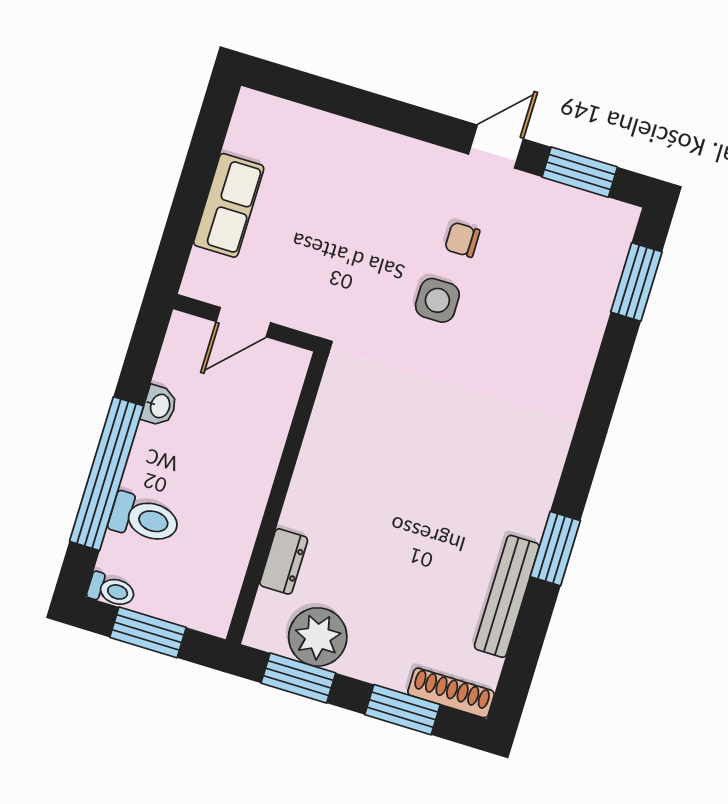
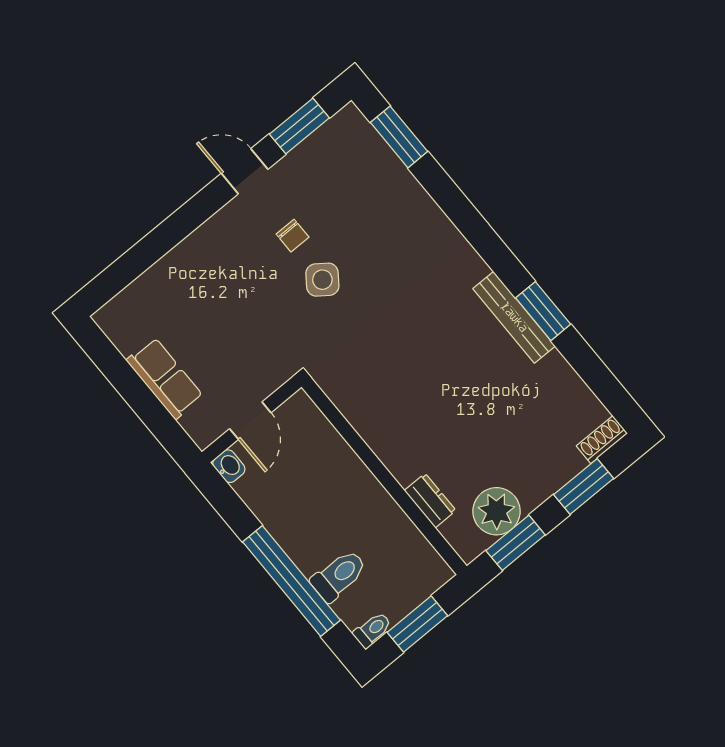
door: (496, 147) -> (245, 171), hinge flipped
chair: (462, 240) -> (293, 236), turned -90
side table: (437, 300) -> (322, 280), turned 36
washbasin: (159, 406) -> (229, 466), moved
bench: (507, 596) -> (514, 317), moved
shoe rack: (451, 693) -> (602, 440), width x0.70

